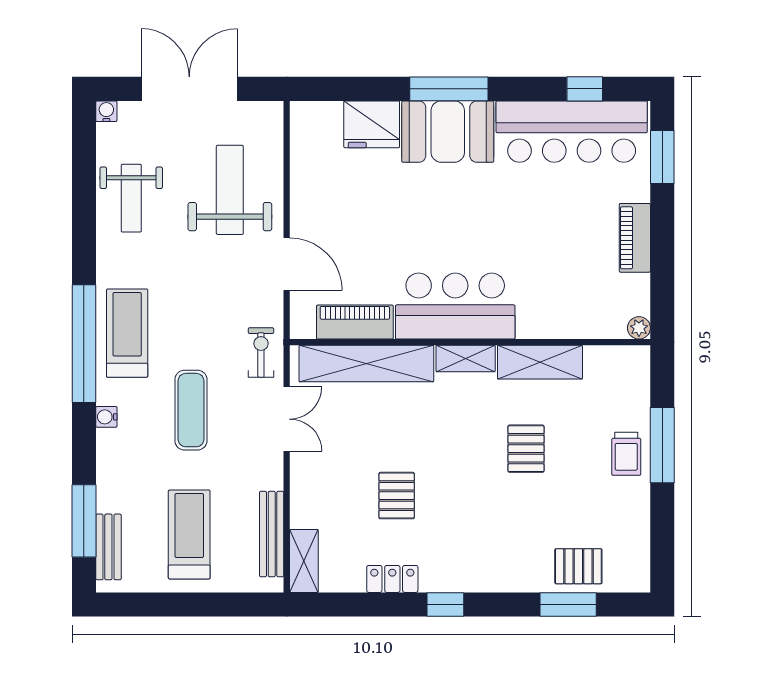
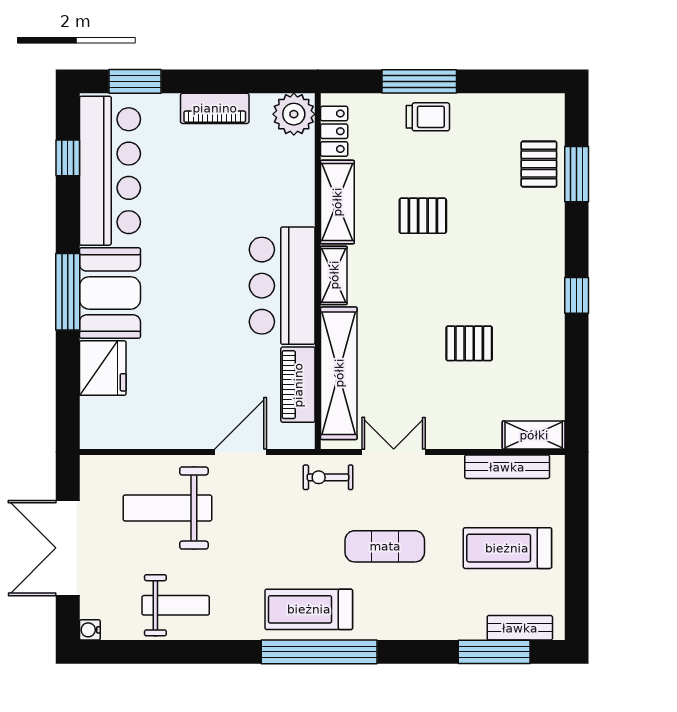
plant: (639, 328) -> (294, 114), width x1.87, depth x1.87
water cooler: (106, 417) -> (391, 630), removed
locker: (392, 579) -> (334, 131), moved, turned 180

